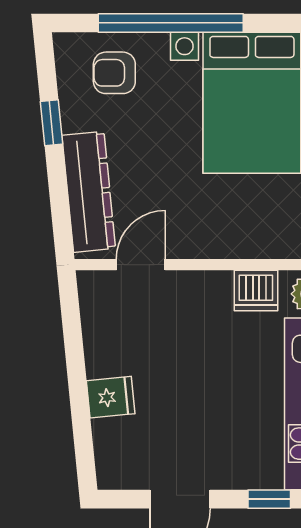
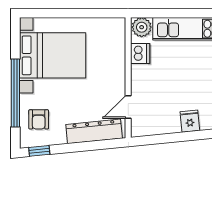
window: (51, 123) -> (39, 151), moved
door: (141, 265) -> (128, 107), hinge flipped

